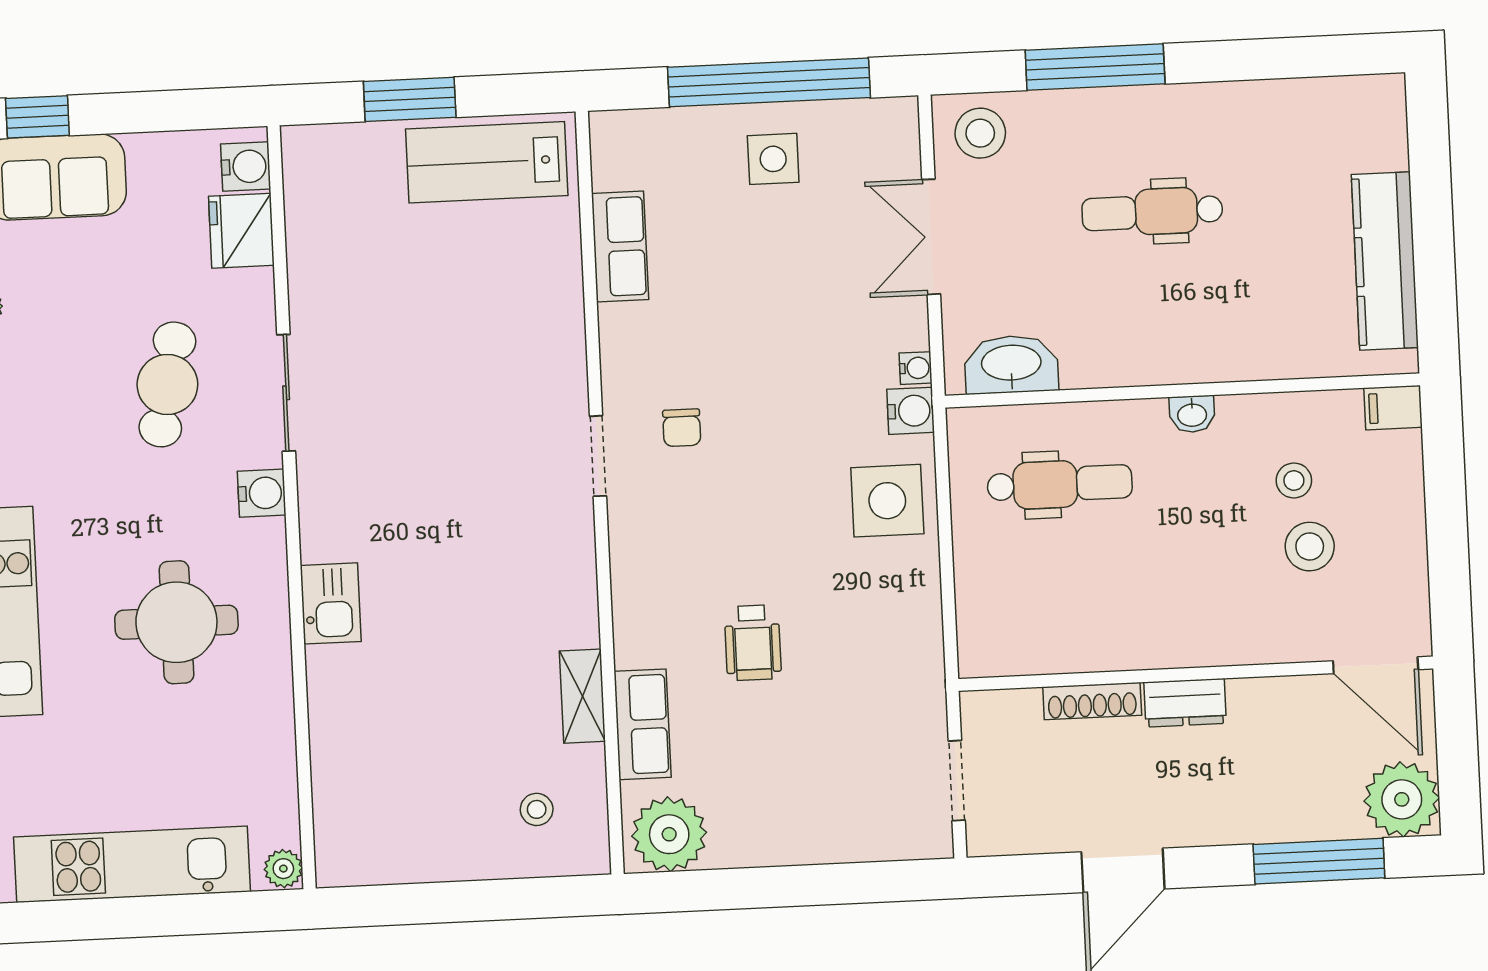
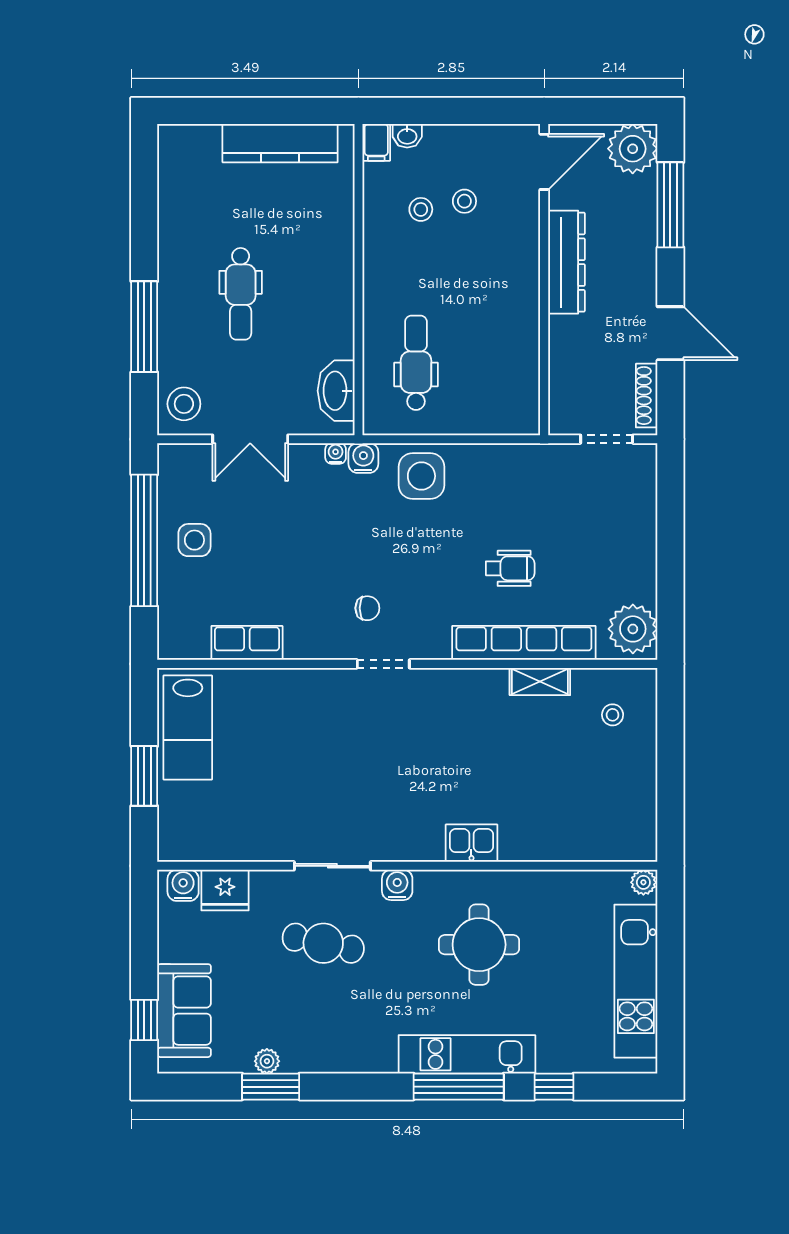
washbasin: (1192, 414) -> (407, 136), moved, turned 90
stool: (1310, 547) -> (464, 201), width x0.73, depth x0.73
shoe rack: (1092, 701) -> (647, 396), moved, turned 180
dresser: (1185, 703) -> (566, 262), width x1.96, depth x1.24
row of seats: (643, 724) -> (524, 643), width x2.02

